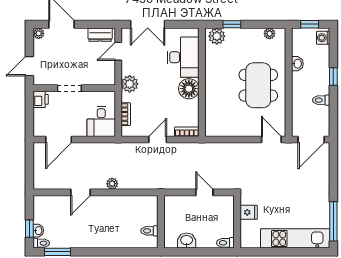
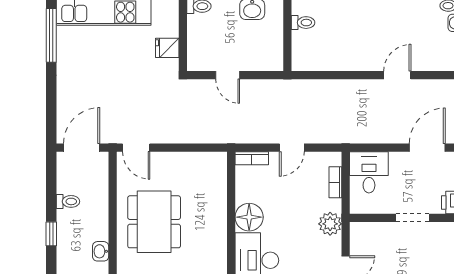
plant: (112, 184) -> (354, 87), removed

